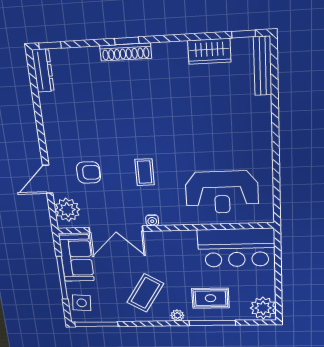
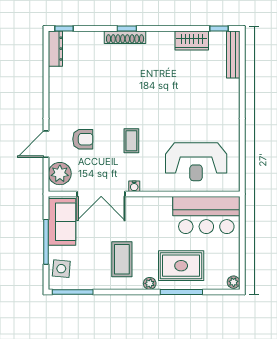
coffee table: (145, 293) -> (122, 259), turned -32
rug: (210, 298) -> (181, 266), width x1.36, depth x1.43
plant: (263, 308) -> (234, 282), width x0.53, depth x0.53

